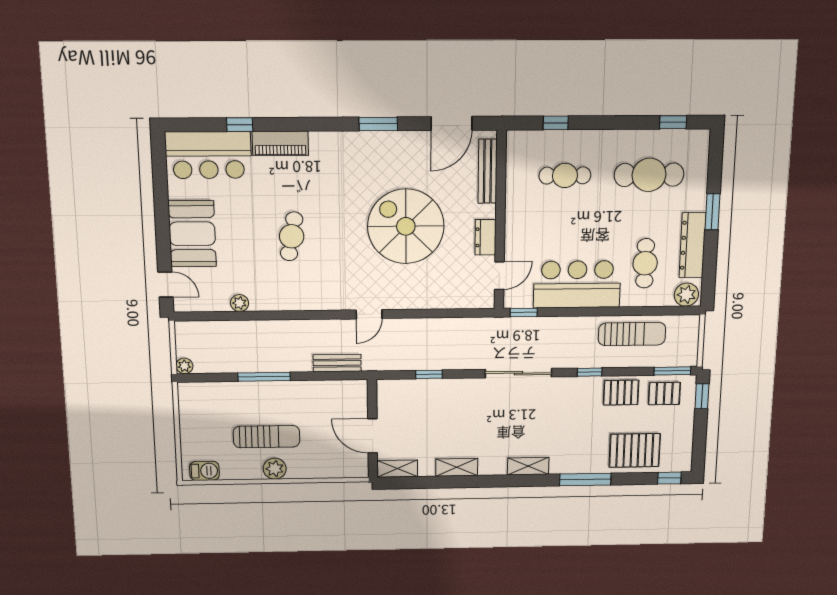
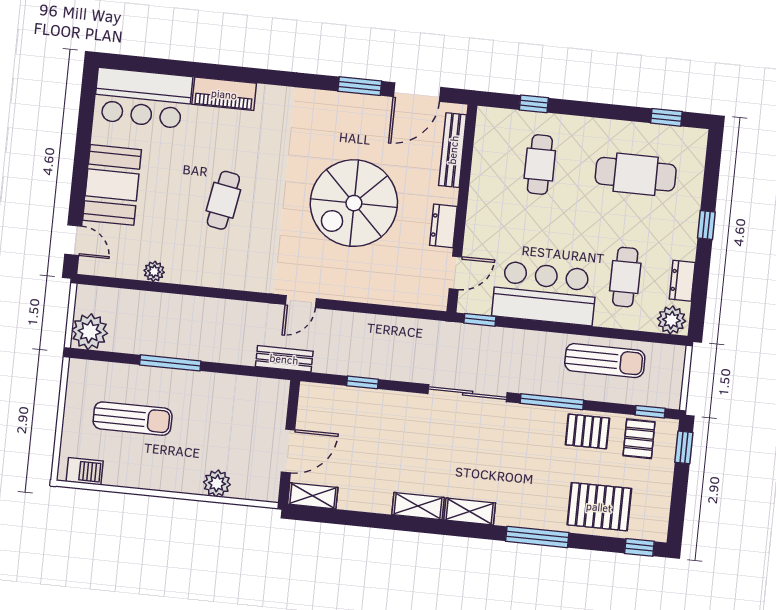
window: (378, 124) -> (360, 86), moved
window: (240, 125) -> (182, 68), removed
cafe table: (565, 175) -> (540, 165), turned 90
window: (712, 212) -> (706, 225), width x0.67
spiral stairs: (406, 226) -> (354, 203), turned -90
dresser: (692, 245) -> (682, 281), width x0.51, depth x0.80
bench: (337, 363) -> (284, 359), moved
plant: (184, 366) -> (90, 332), width x1.88, depth x1.88
window: (672, 371) -> (650, 412), width x0.67
window: (590, 372) -> (552, 402), width x2.17
pallet: (664, 394) -> (639, 439), turned 90
door: (373, 436) -> (288, 451), swing flipped
sun lounger: (267, 437) -> (133, 419), moved
shelving: (457, 467) -> (418, 506), moved
plant: (275, 469) -> (217, 483), moved

